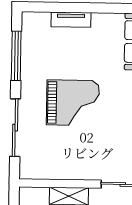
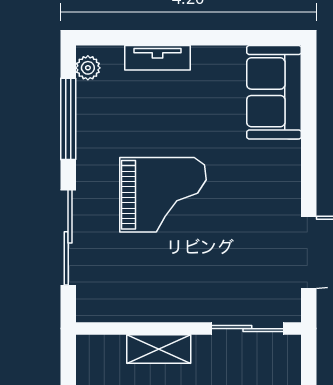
plant: (29, 25) -> (88, 68), added

